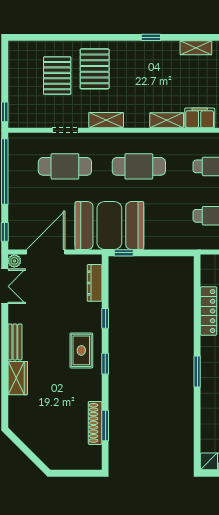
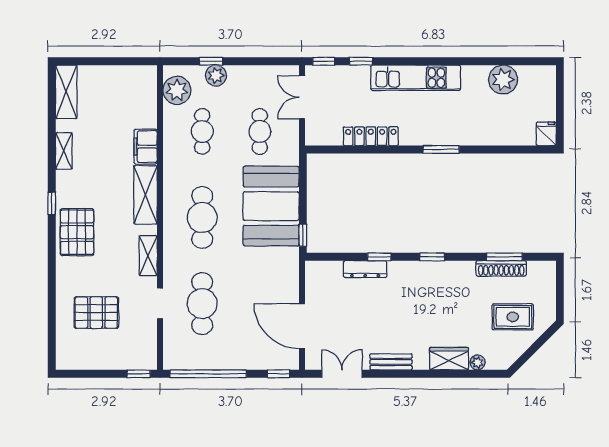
pallet: (95, 69) -> (77, 232), moved, turned 90
shelving: (167, 120) -> (145, 195), width x1.50, depth x1.33
booth: (109, 226) -> (271, 206), moved
plant: (14, 261) -> (477, 362), moved
dresser: (95, 283) -> (365, 269), moved
bench: (15, 342) -> (391, 362), moved
rug: (81, 350) -> (513, 317), moved

